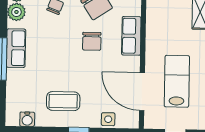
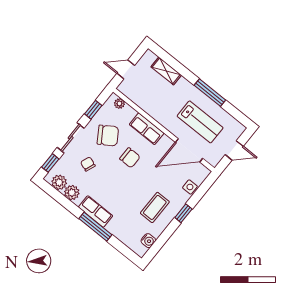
lab bench: (177, 81) -> (200, 122), turned 180

